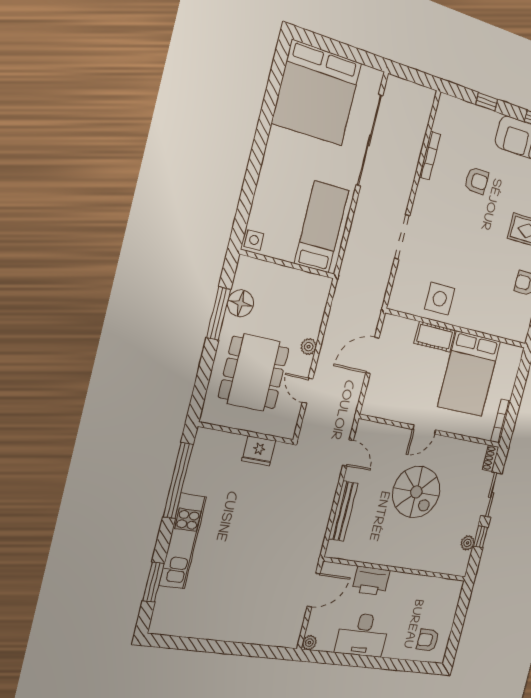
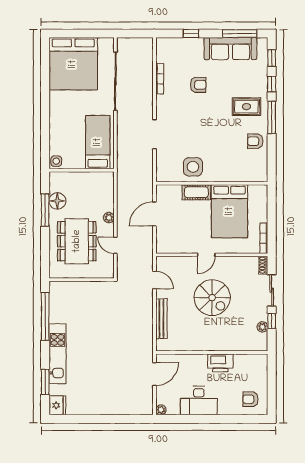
fridge: (259, 451) -> (57, 405), moved, turned -90
printer: (371, 581) -> (220, 363), moved

